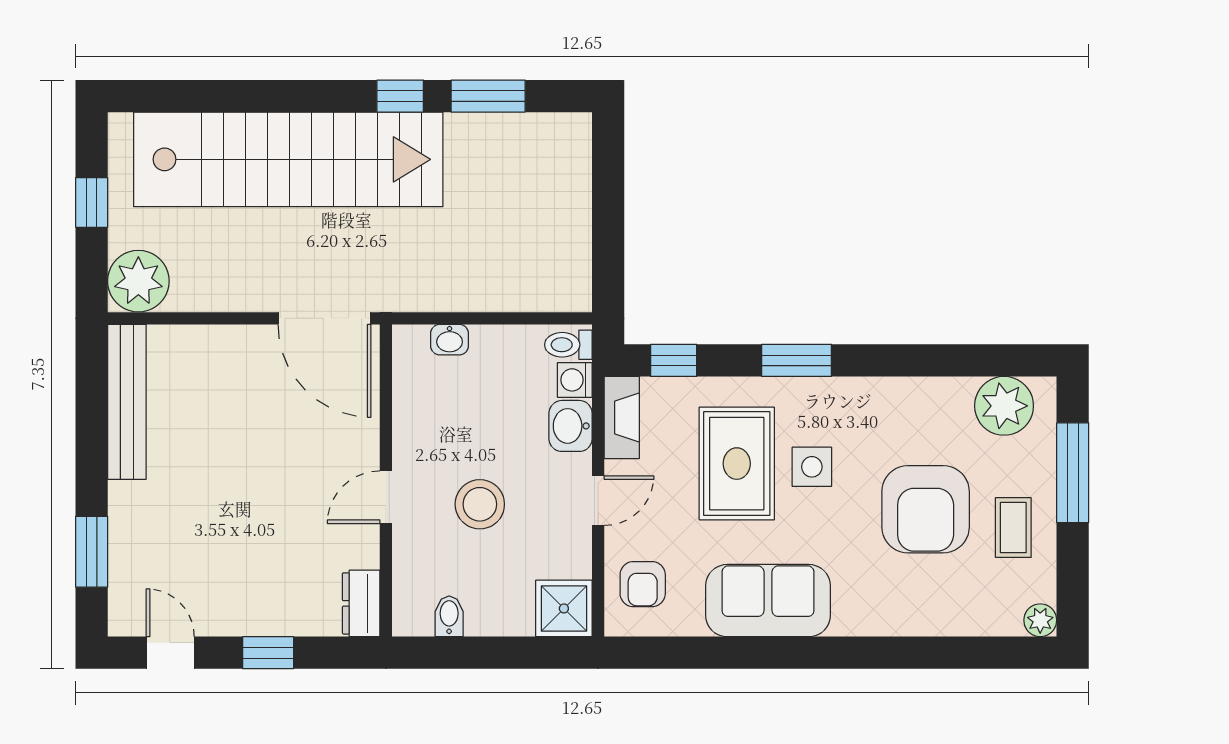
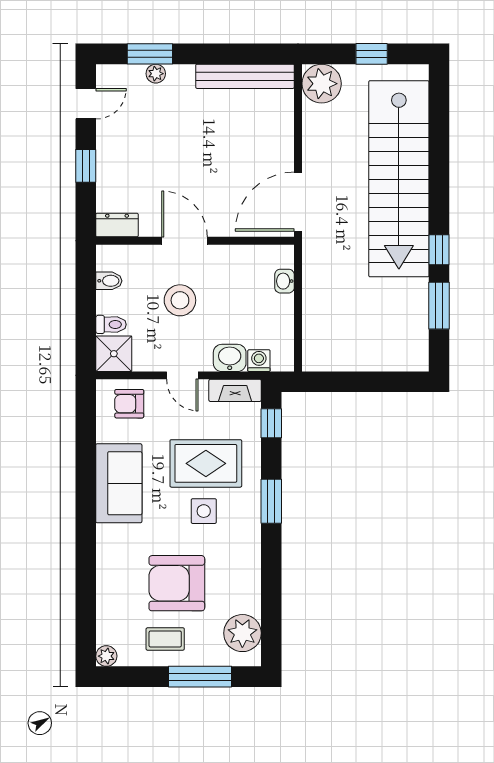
toilet: (568, 345) -> (111, 324), moved, turned 90
door: (386, 497) -> (184, 241), width x1.38
plant: (123, 542) -> (156, 74), added

